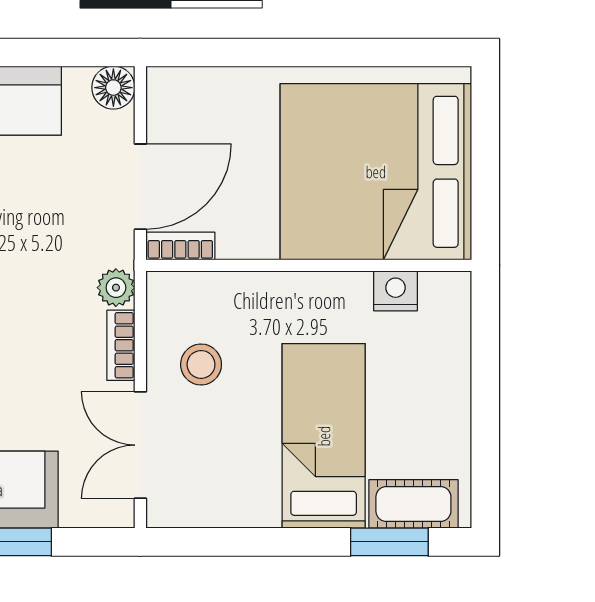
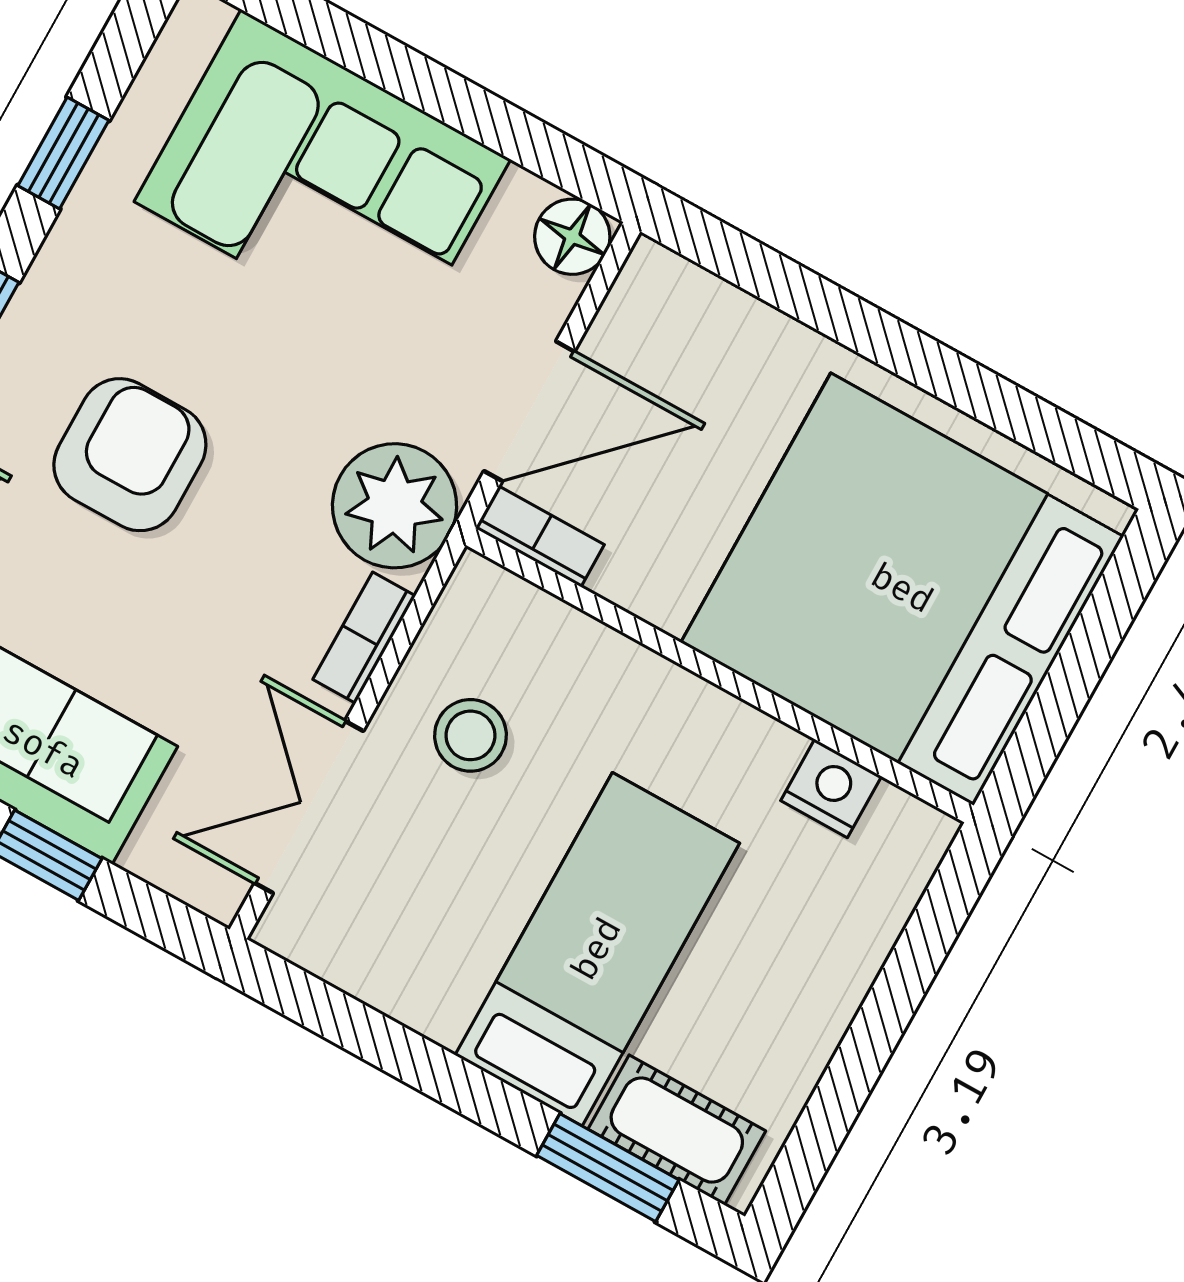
plant: (116, 288) -> (395, 506), width x1.88, depth x1.88

